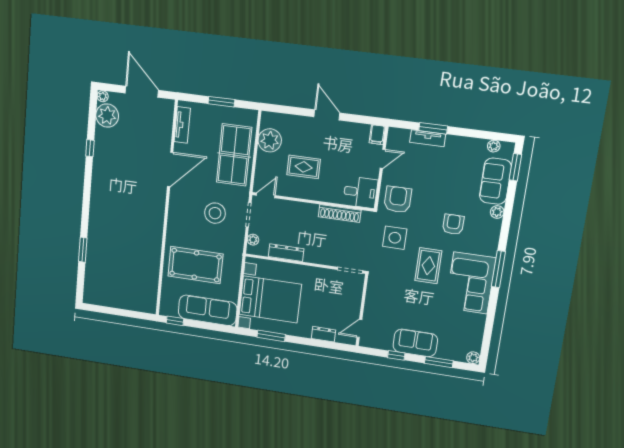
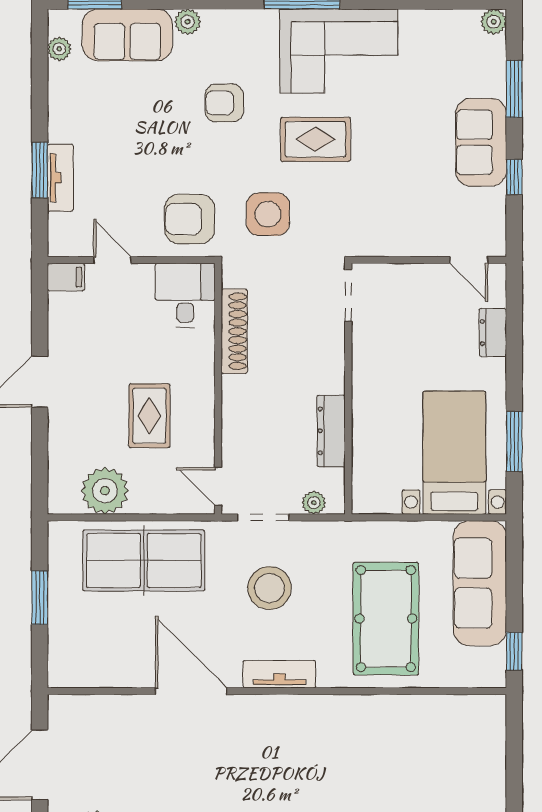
tv unit: (182, 125) -> (279, 674), moved
bed with nightstands: (270, 299) -> (454, 453), width x0.73

